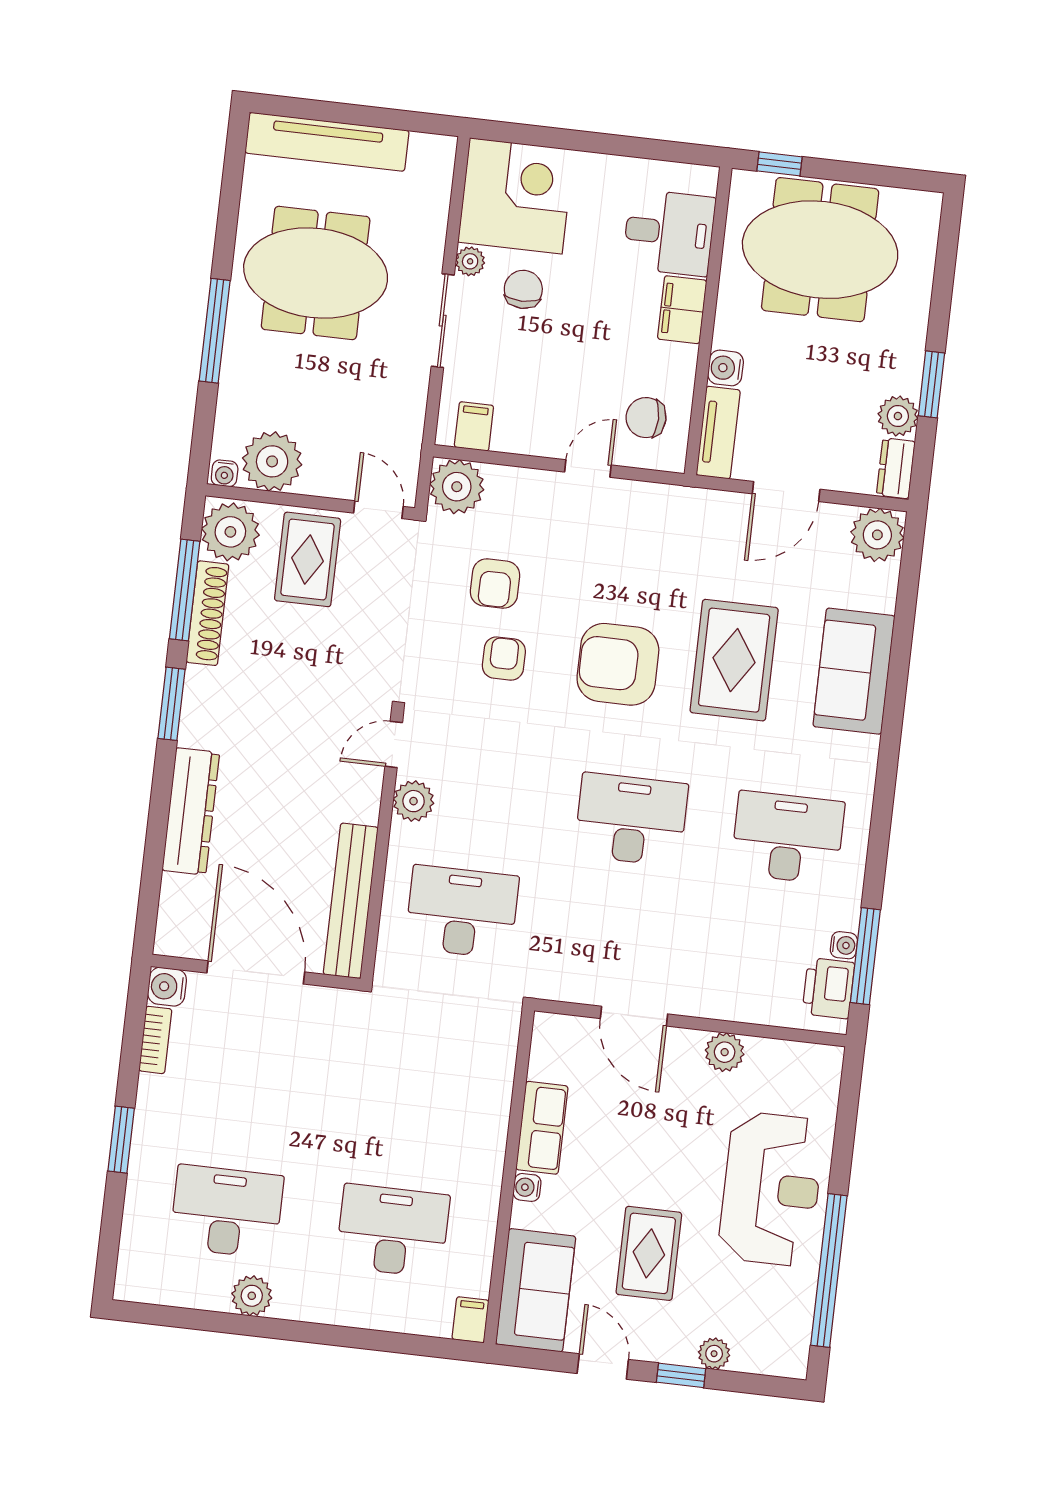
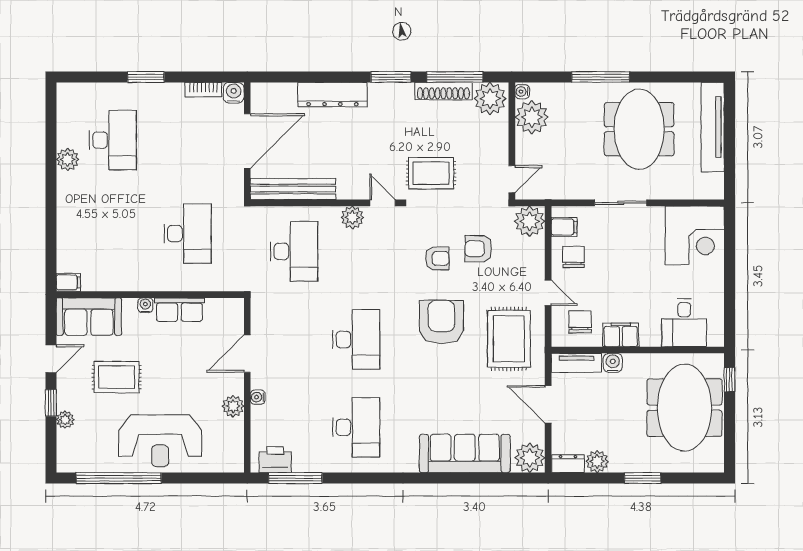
plant: (470, 261) -> (655, 214), removed
chair: (523, 289) -> (574, 257), moved, turned -90
filing cabinet: (682, 310) -> (621, 335), moved
window: (931, 384) -> (643, 478), moved
rug: (308, 559) -> (431, 173), moved
rug: (734, 660) -> (509, 339), moved, turned 90
sofa: (854, 671) -> (465, 453), width x1.36
water cooler: (844, 945) -> (258, 397), moved, turned 90
desk: (393, 1231) -> (188, 234), moved

